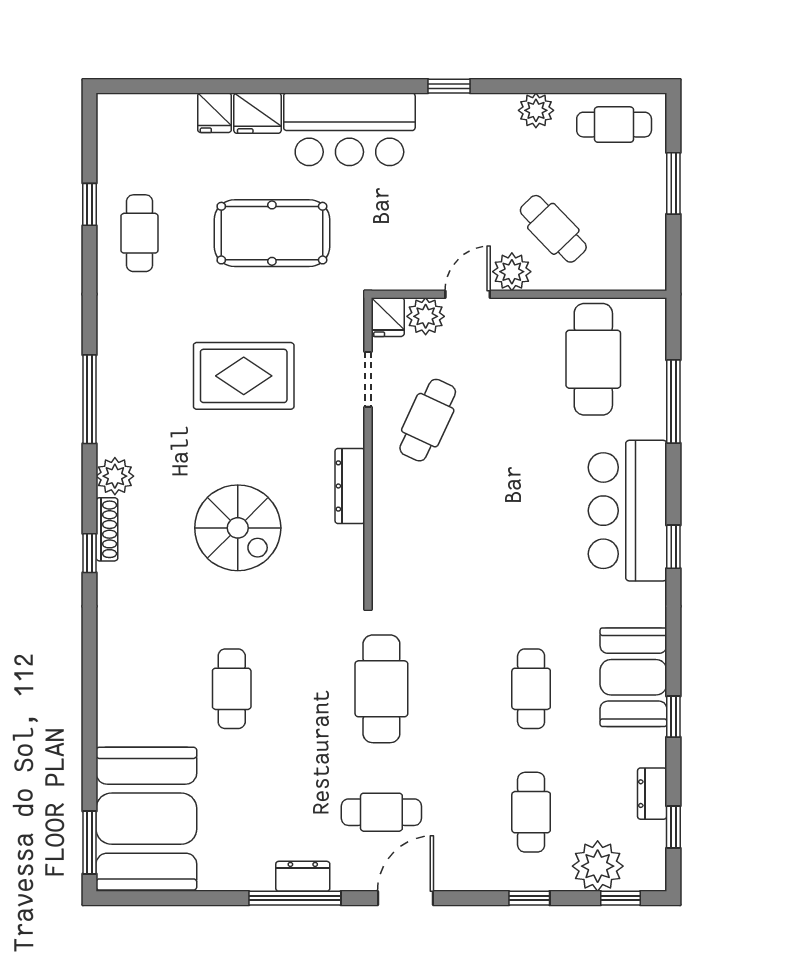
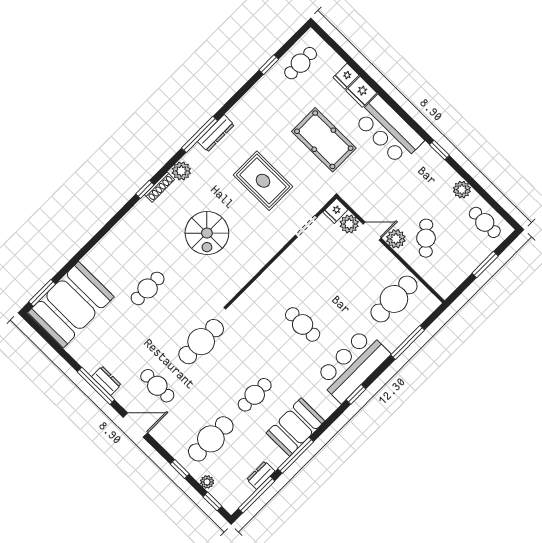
cafe table: (139, 233) -> (301, 63), moved
cafe table: (428, 420) -> (303, 324), moved, turned 65
dresser: (350, 486) -> (216, 133), moved, turned 180
window: (673, 717) -> (296, 455), width x2.17
cafe table: (531, 812) -> (211, 439), width x1.37, depth x1.35
window: (673, 827) -> (256, 495), width x2.17
plant: (598, 866) -> (207, 482), width x0.53, depth x0.53

